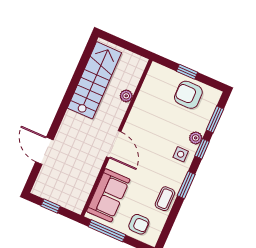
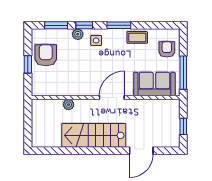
stairs: (94, 80) -> (94, 135), moved
armchair: (188, 95) -> (46, 55), turned 180

